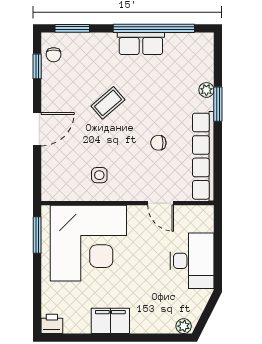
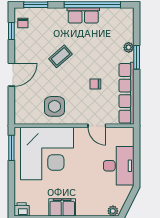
side table: (99, 175) -> (54, 106), width x1.87, depth x1.87

